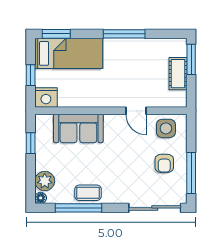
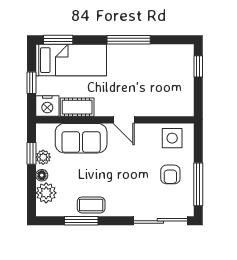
window: (191, 59) -> (198, 66), width x0.67
cot: (178, 74) -> (77, 107), moved, turned 90
door: (136, 111) -> (124, 120), moved
plant: (42, 147) -> (43, 157), added
floor lamp: (41, 198) -> (42, 175), moved
window: (78, 208) -> (81, 221), width x0.69

